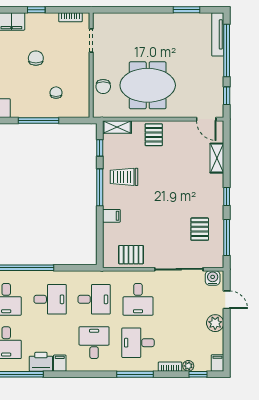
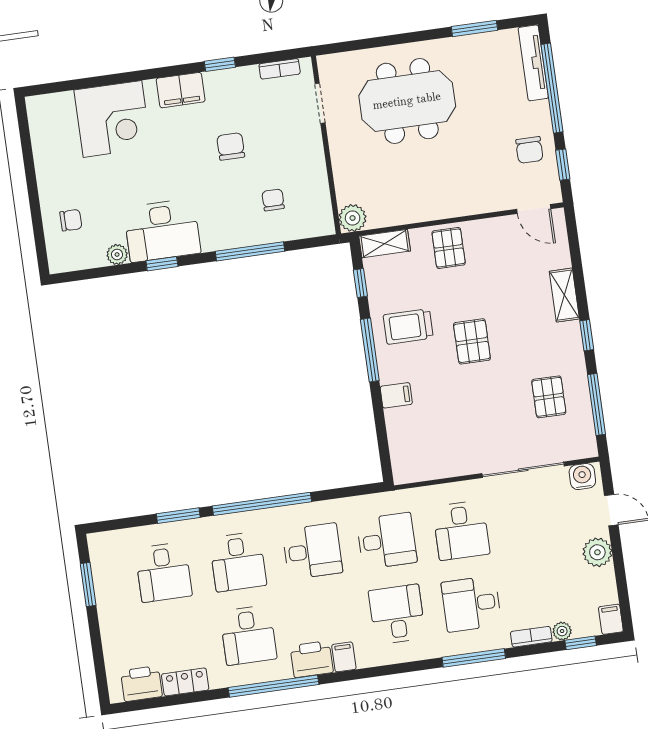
meeting table: (148, 85) -> (407, 101), moved
chair: (103, 87) -> (529, 150), moved
plant: (101, 110) -> (353, 218), added
shelving: (217, 158) -> (564, 295), moved
pallet: (131, 255) -> (472, 341), moved, turned 90

